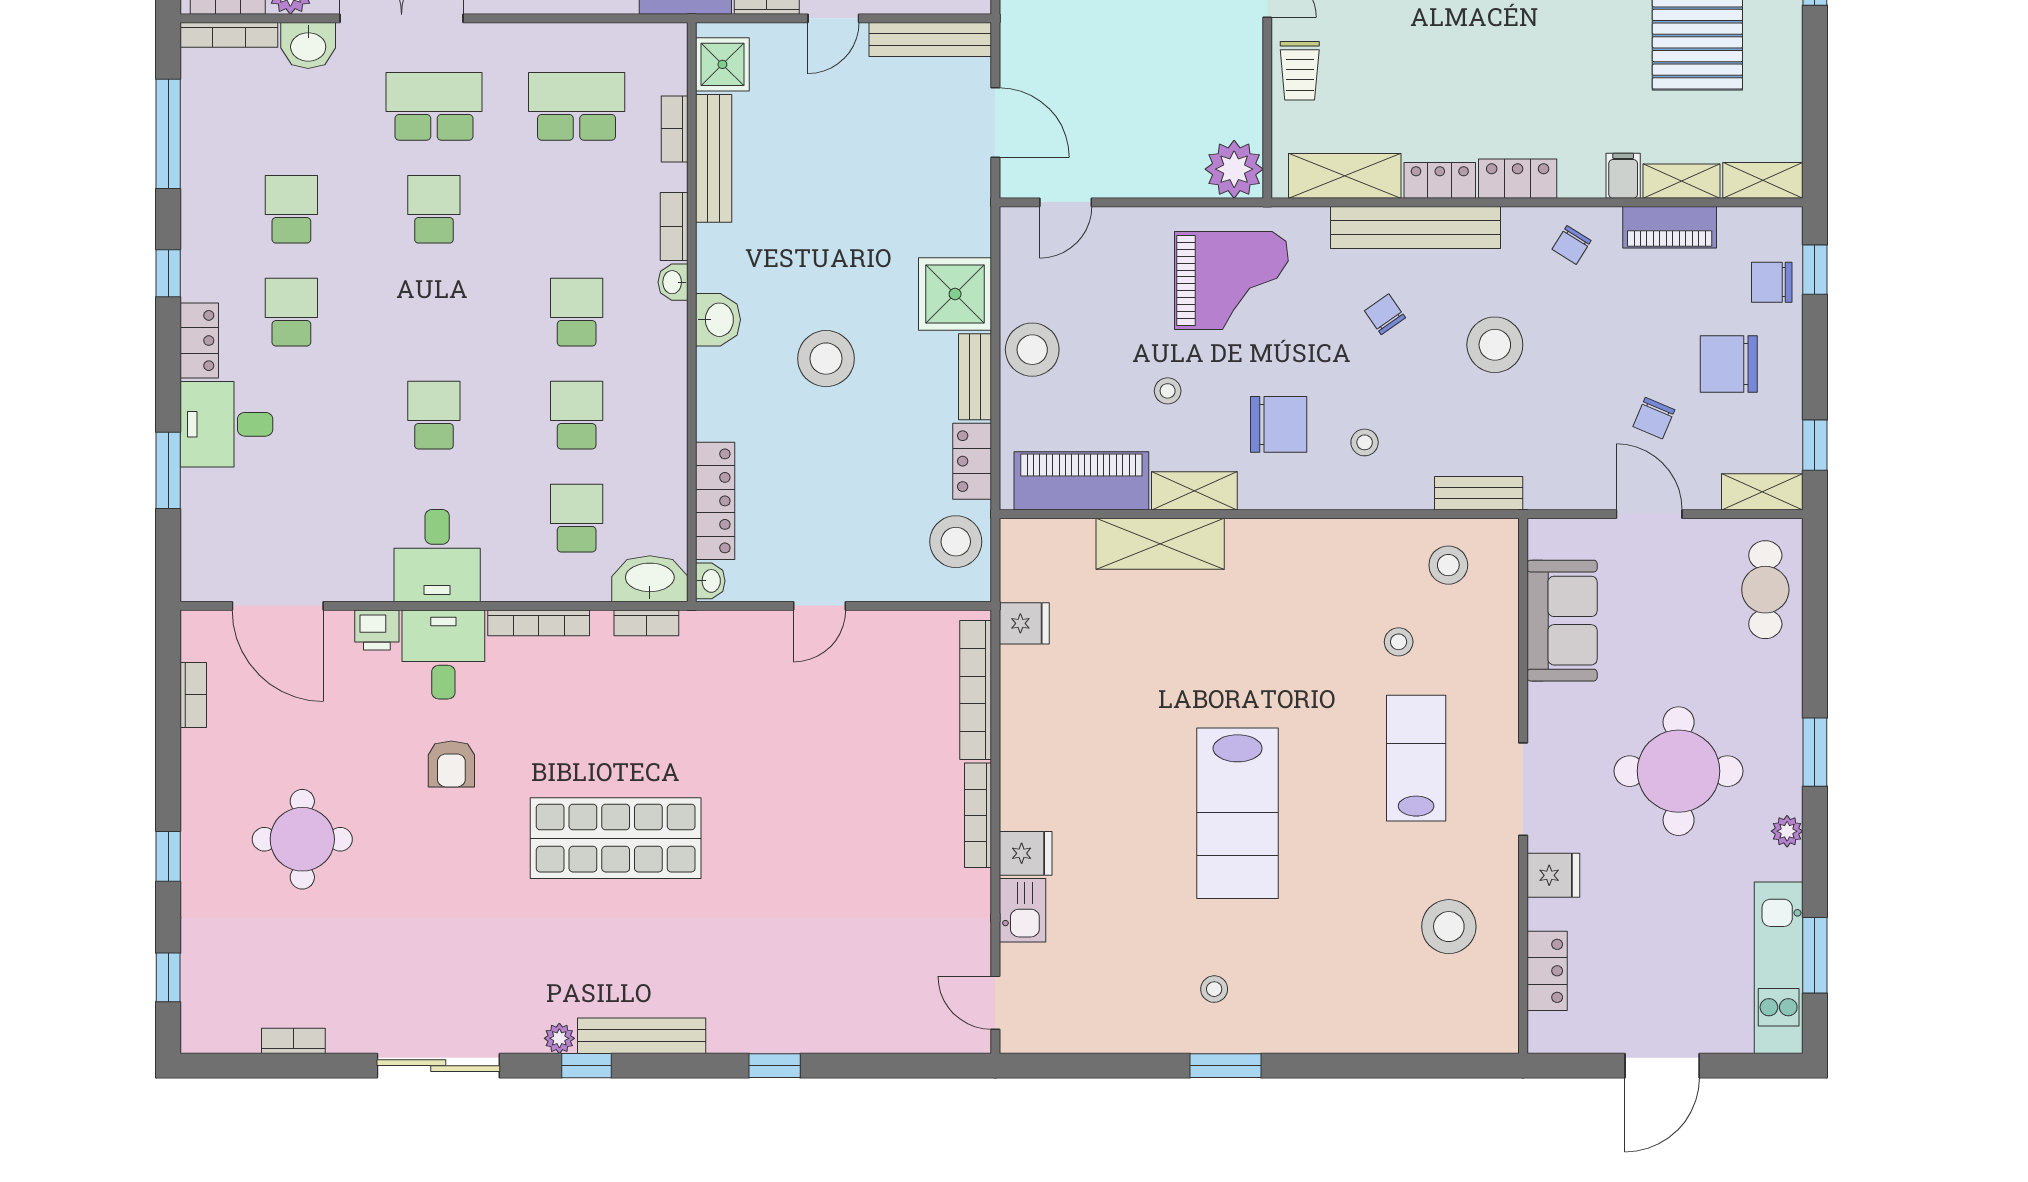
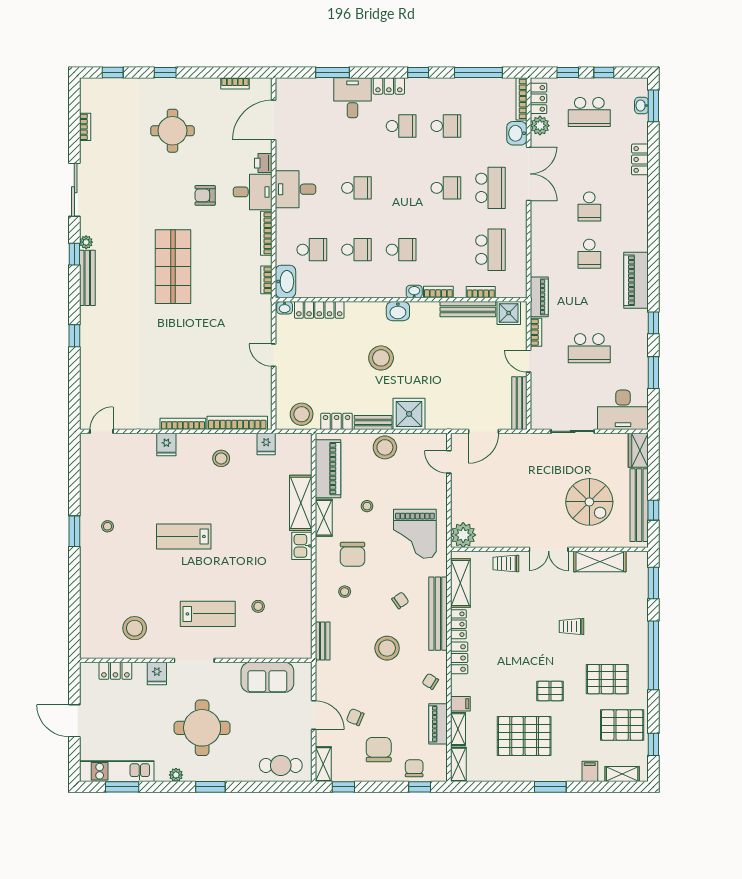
door: (1649, 514) -> (314, 715), hinge flipped
stool: (1448, 565) -> (221, 458), moved
lab bench: (1238, 813) -> (184, 536), width x0.73, depth x0.72
kitchen sink: (1023, 910) -> (302, 546), moved, turned 90

